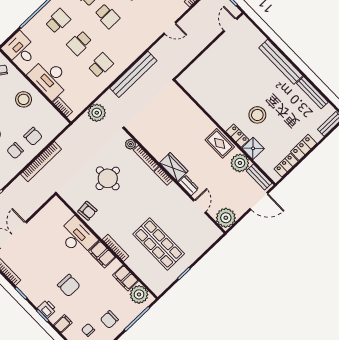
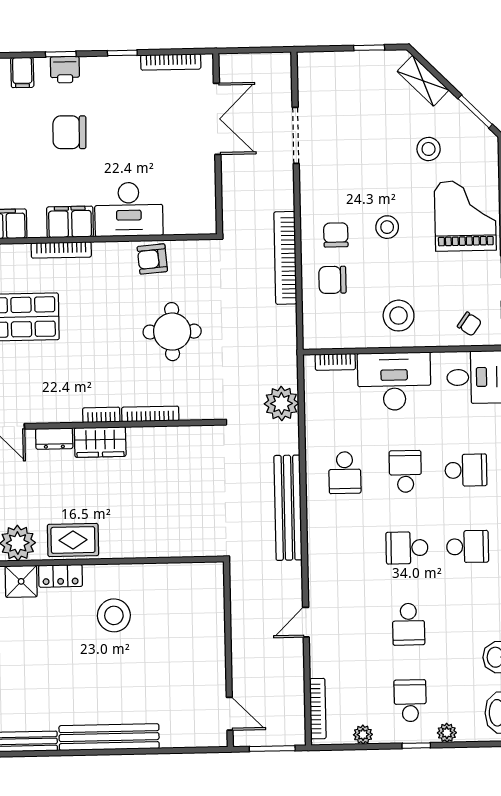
school desk: (58, 21) -> (466, 470), turned -90
stool: (257, 115) -> (114, 615), moved
plant: (131, 144) -> (191, 410), removed

